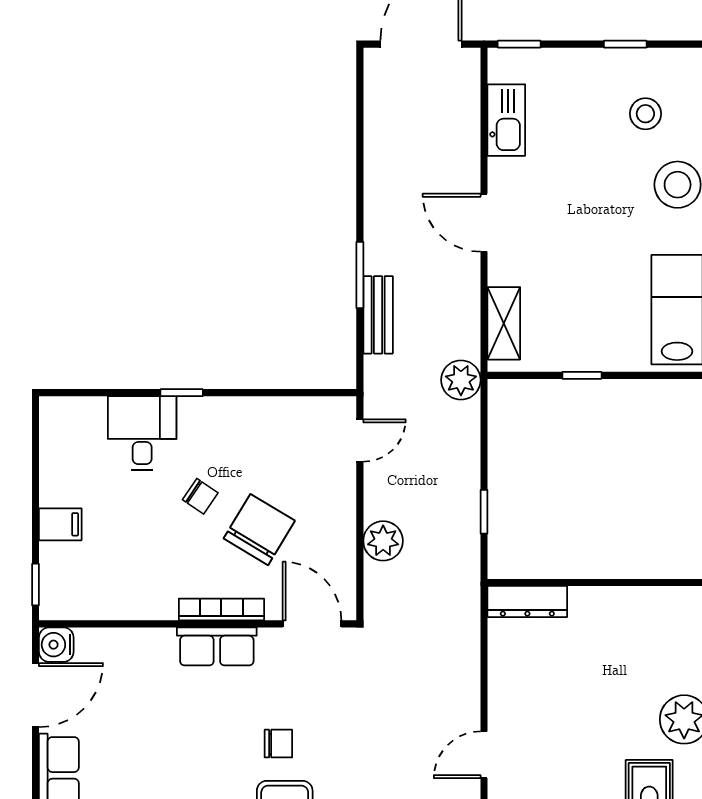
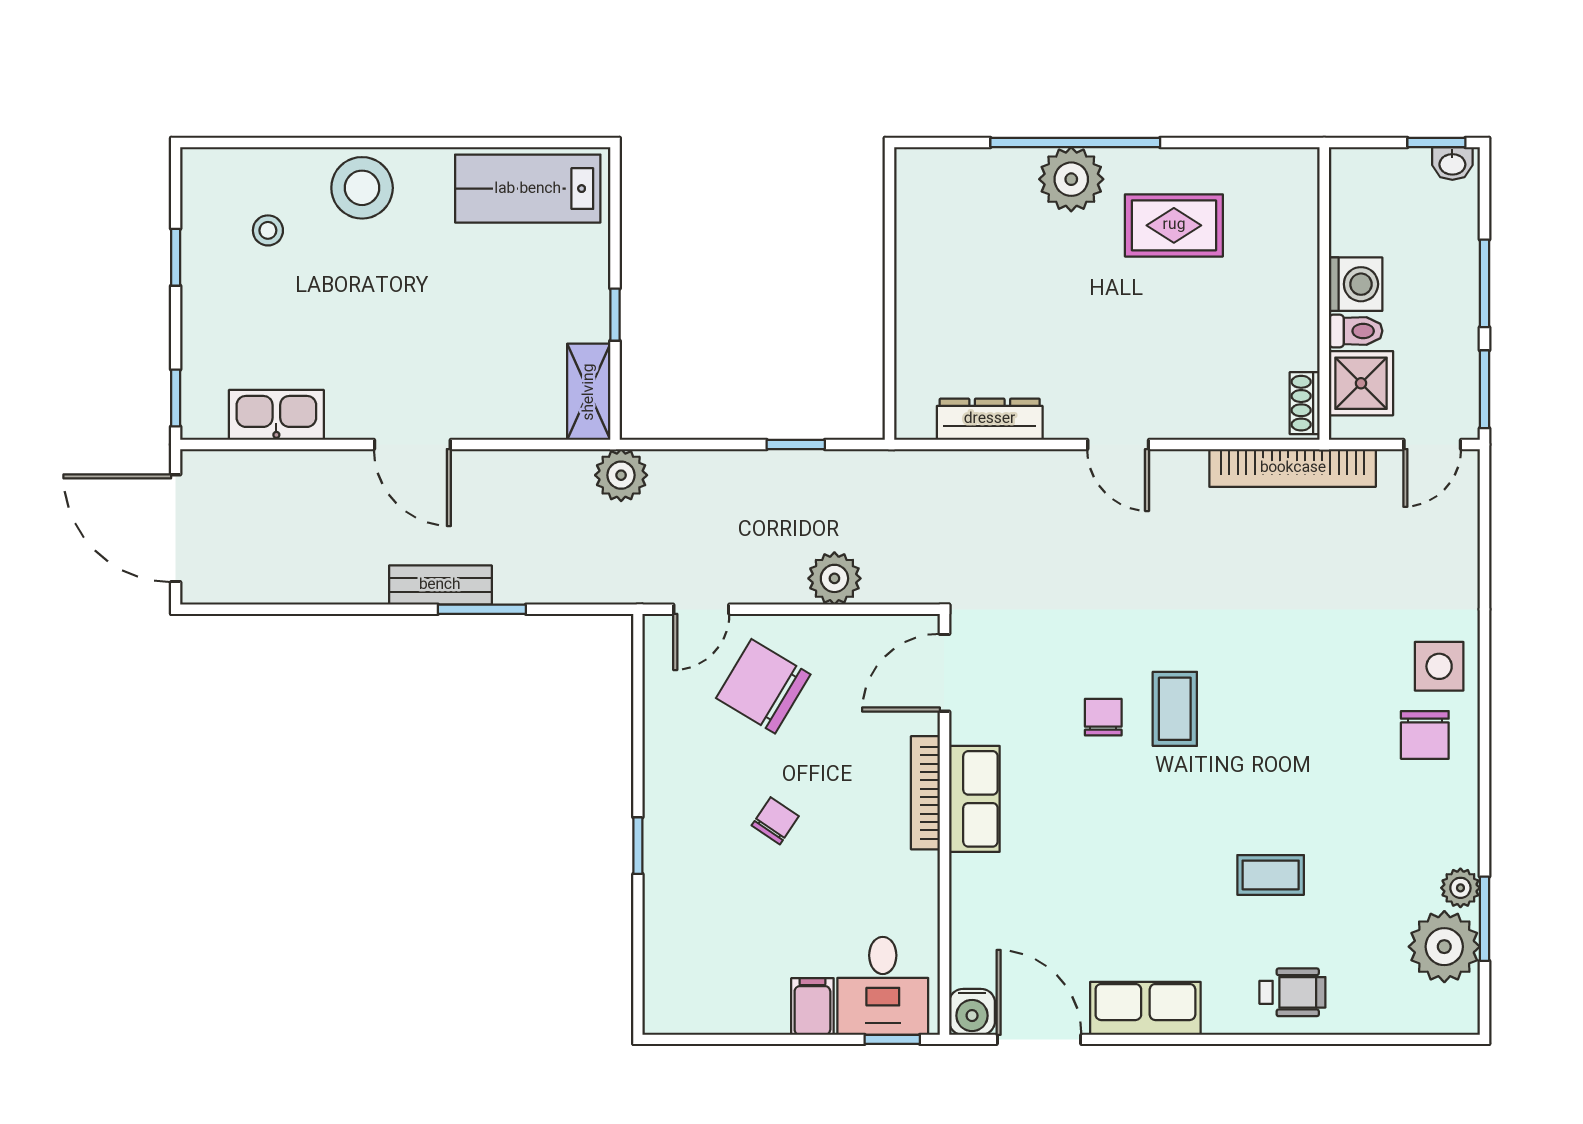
stool: (645, 114) -> (268, 230), width x0.73, depth x0.73
door: (484, 223) -> (412, 444), hinge flipped
bench: (378, 315) -> (440, 585), moved
shelving: (504, 323) -> (589, 392), moved, turned 90
desk: (142, 433) -> (883, 986), moved, turned -90
door: (360, 441) -> (701, 609), swing flipped
chair: (259, 530) -> (763, 686), moved
dresser: (527, 601) -> (990, 419), moved, turned -90

